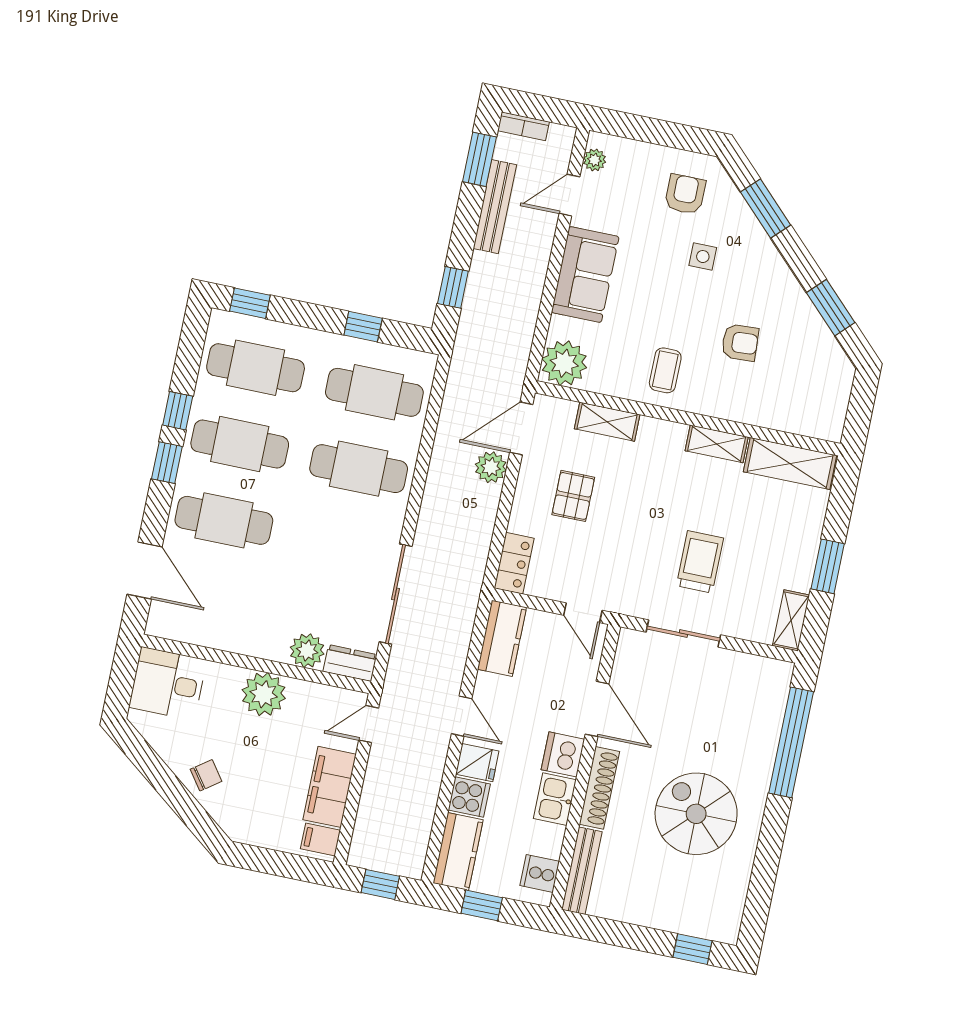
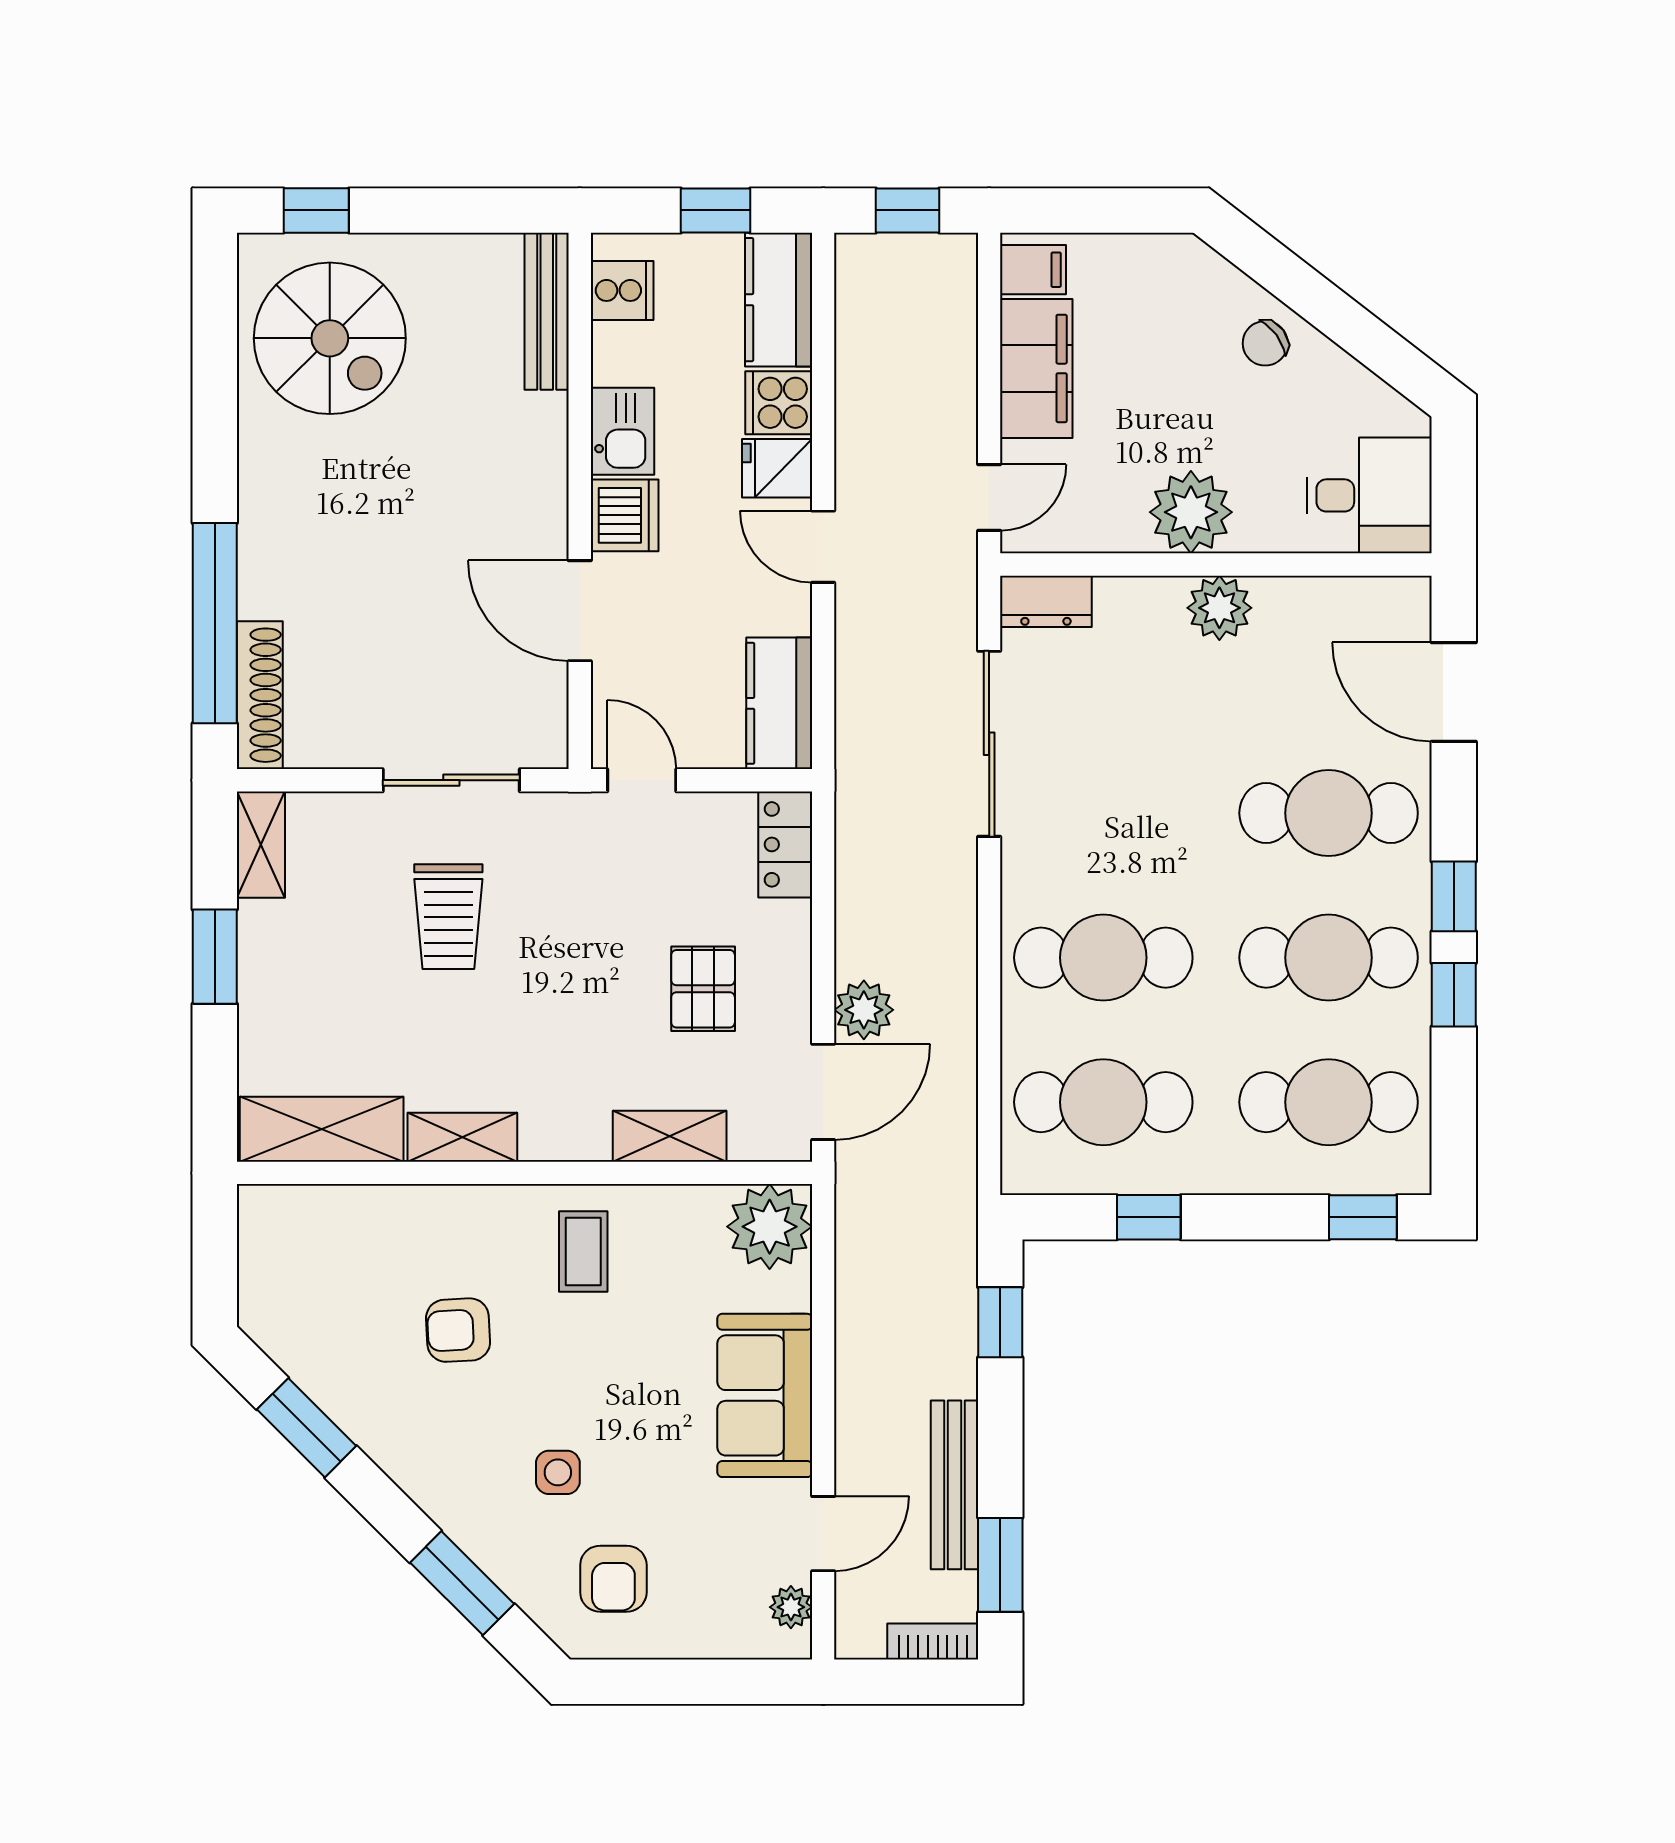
plant: (307, 651) -> (1219, 608), moved
shoe rack: (599, 788) -> (260, 695), moved, turned 180
spiral stairs: (696, 814) -> (330, 338), moved

